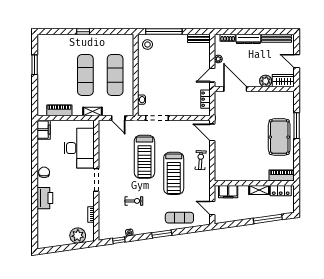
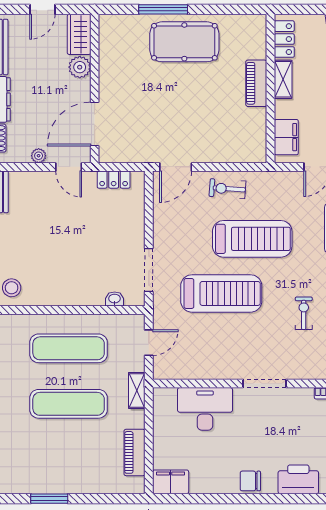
desk: (79, 148) -> (205, 409), width x0.73, depth x0.77
piano: (282, 176) -> (256, 83), moved

